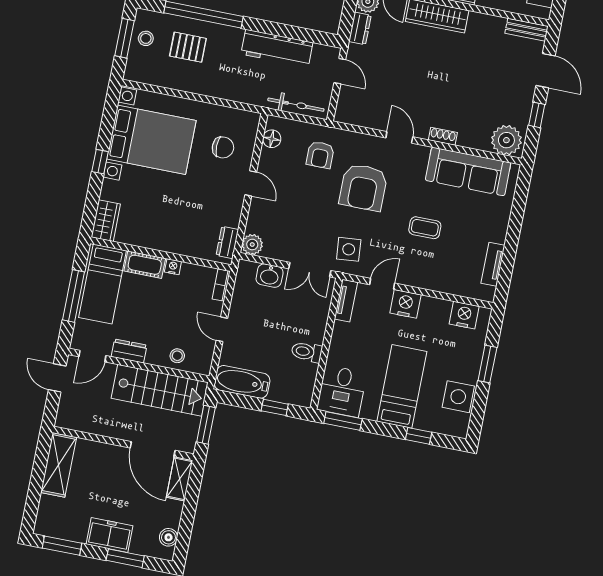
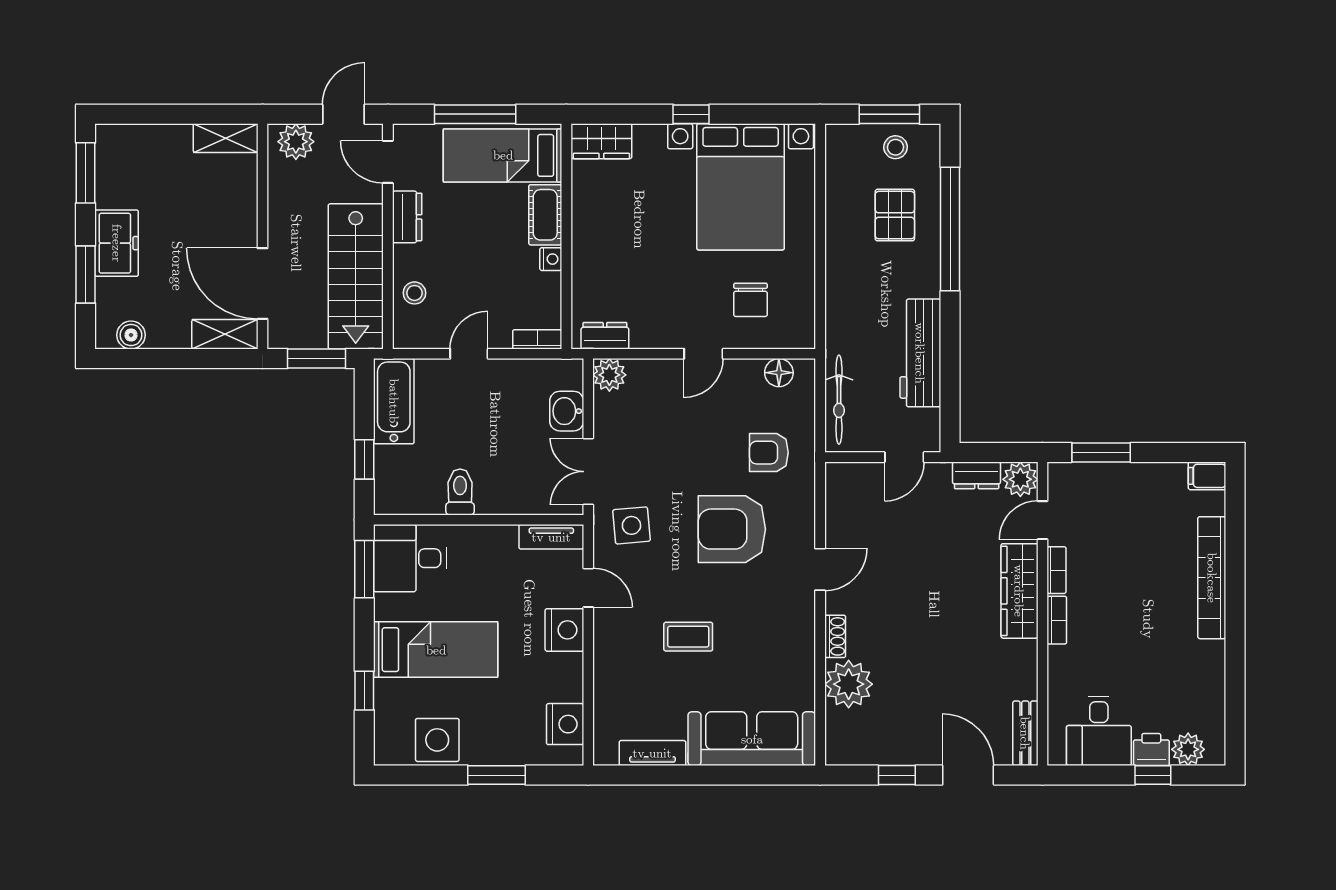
door: (545, 71) -> (968, 775), swing flipped
plant: (506, 140) -> (849, 684), moved
sofa: (468, 172) -> (752, 739), moved, turned 90
coffee table: (425, 228) -> (688, 637), turned 90
plant: (68, 411) -> (296, 142), added
door: (153, 449) -> (263, 283), hinge flipped
shelving: (59, 465) -> (226, 138), width x0.67, depth x0.75

